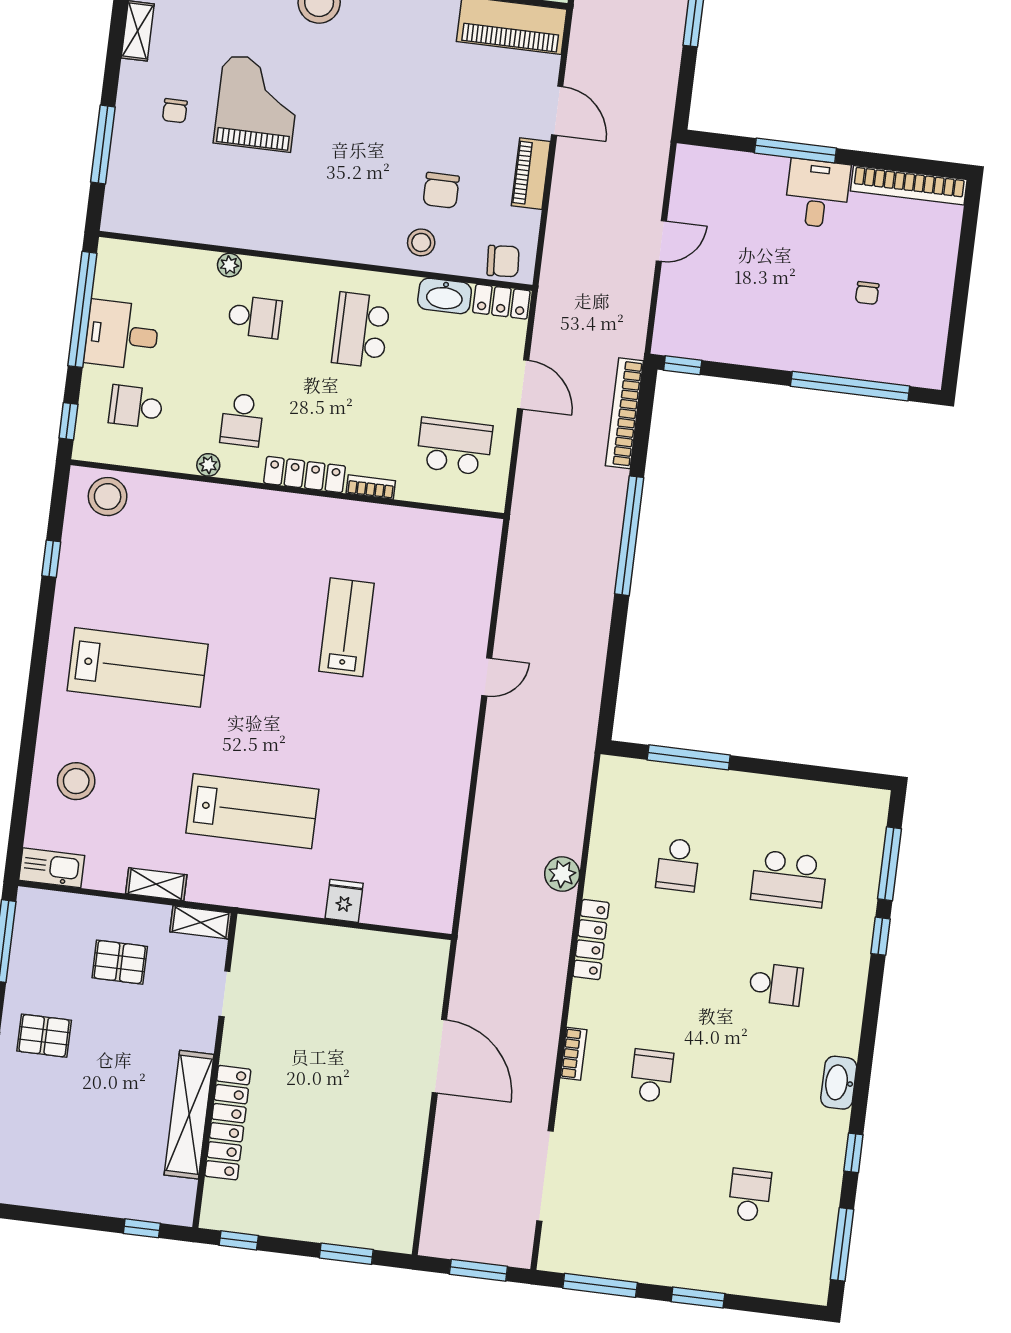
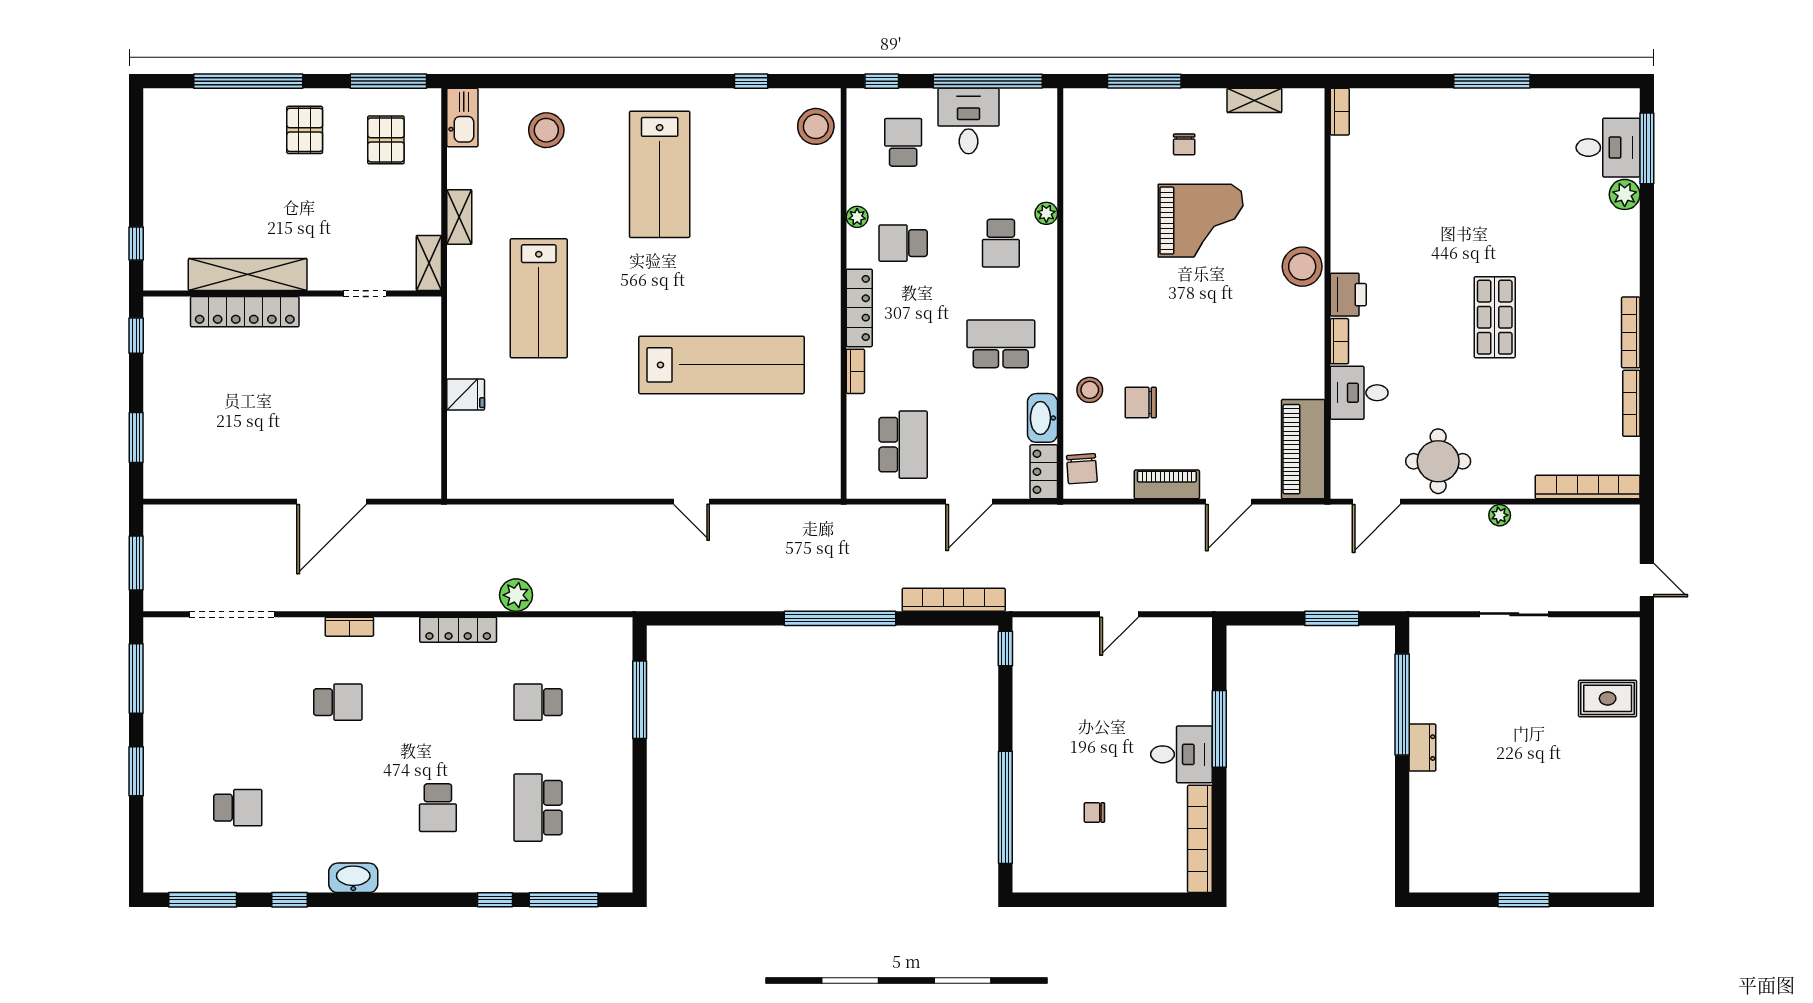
chair: (175, 111) -> (1184, 144), turned -90
door: (661, 241) -> (1119, 614), hinge flipped
lab bench: (347, 627) -> (722, 365), width x1.86, depth x1.39
pallet: (120, 962) -> (386, 140), moved

